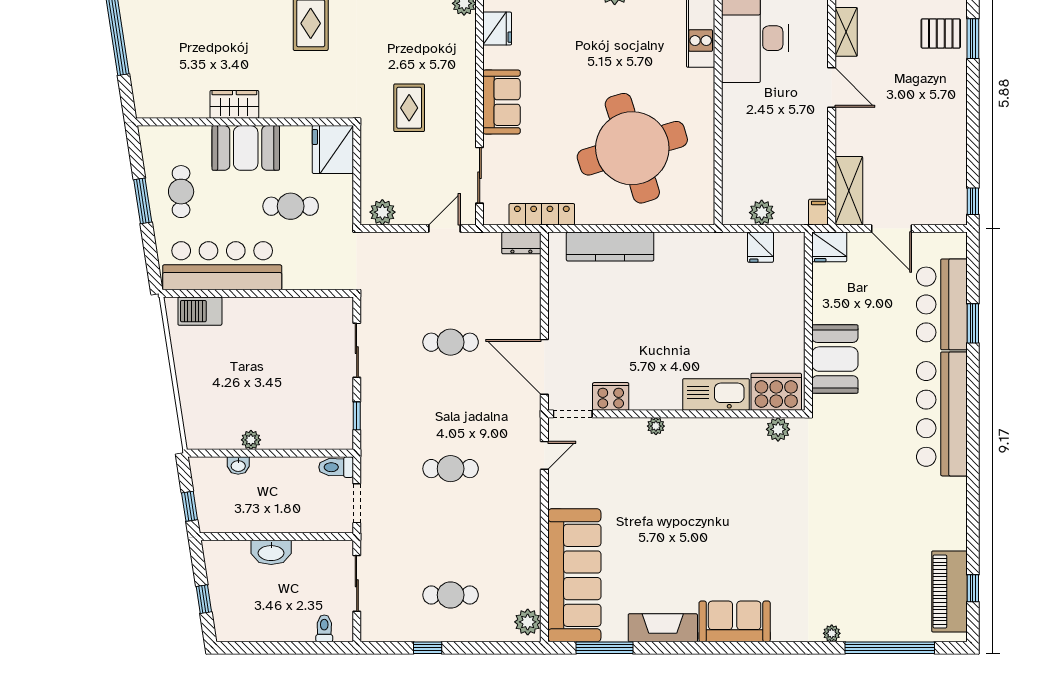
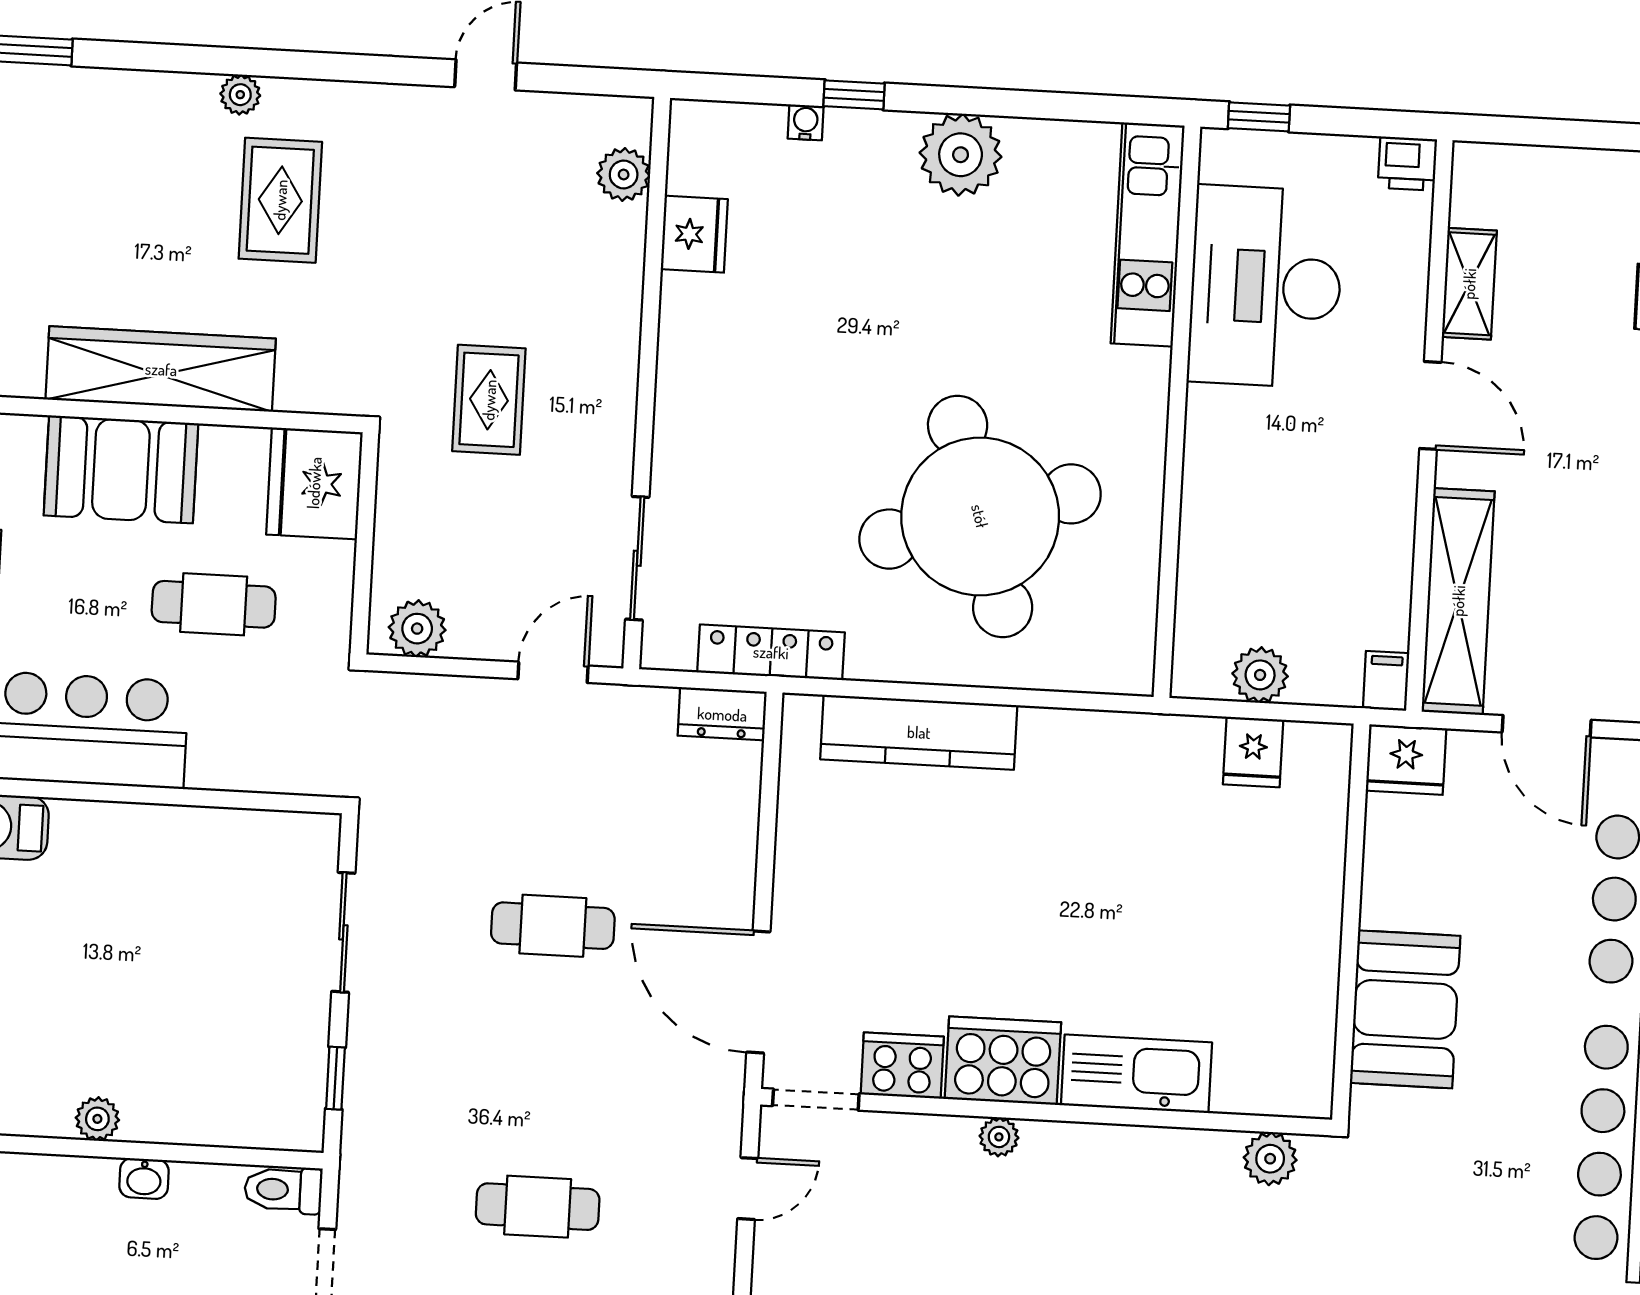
sofa: (502, 102) -> (695, 398), removed
wardrobe: (234, 104) -> (161, 369), width x2.10, depth x1.17
shelving: (849, 191) -> (1458, 601), width x1.47
cooker: (776, 392) -> (1003, 1061), moved
washbasin: (238, 466) -> (144, 1178), moved

